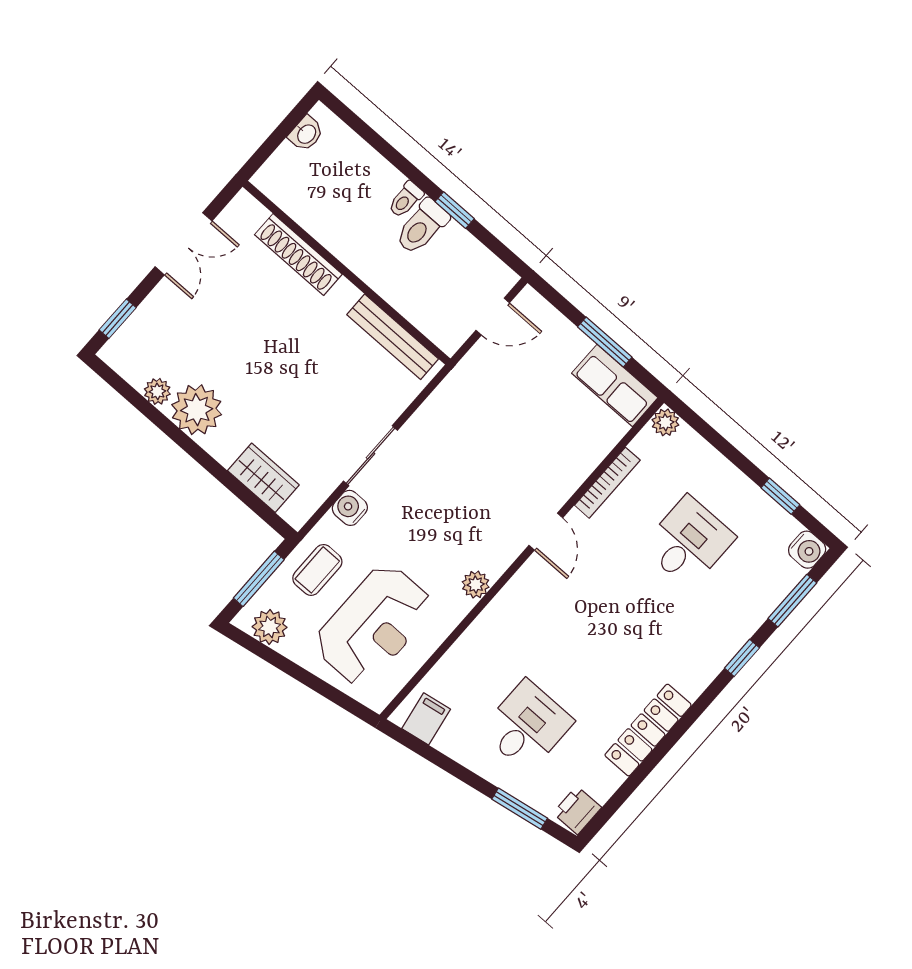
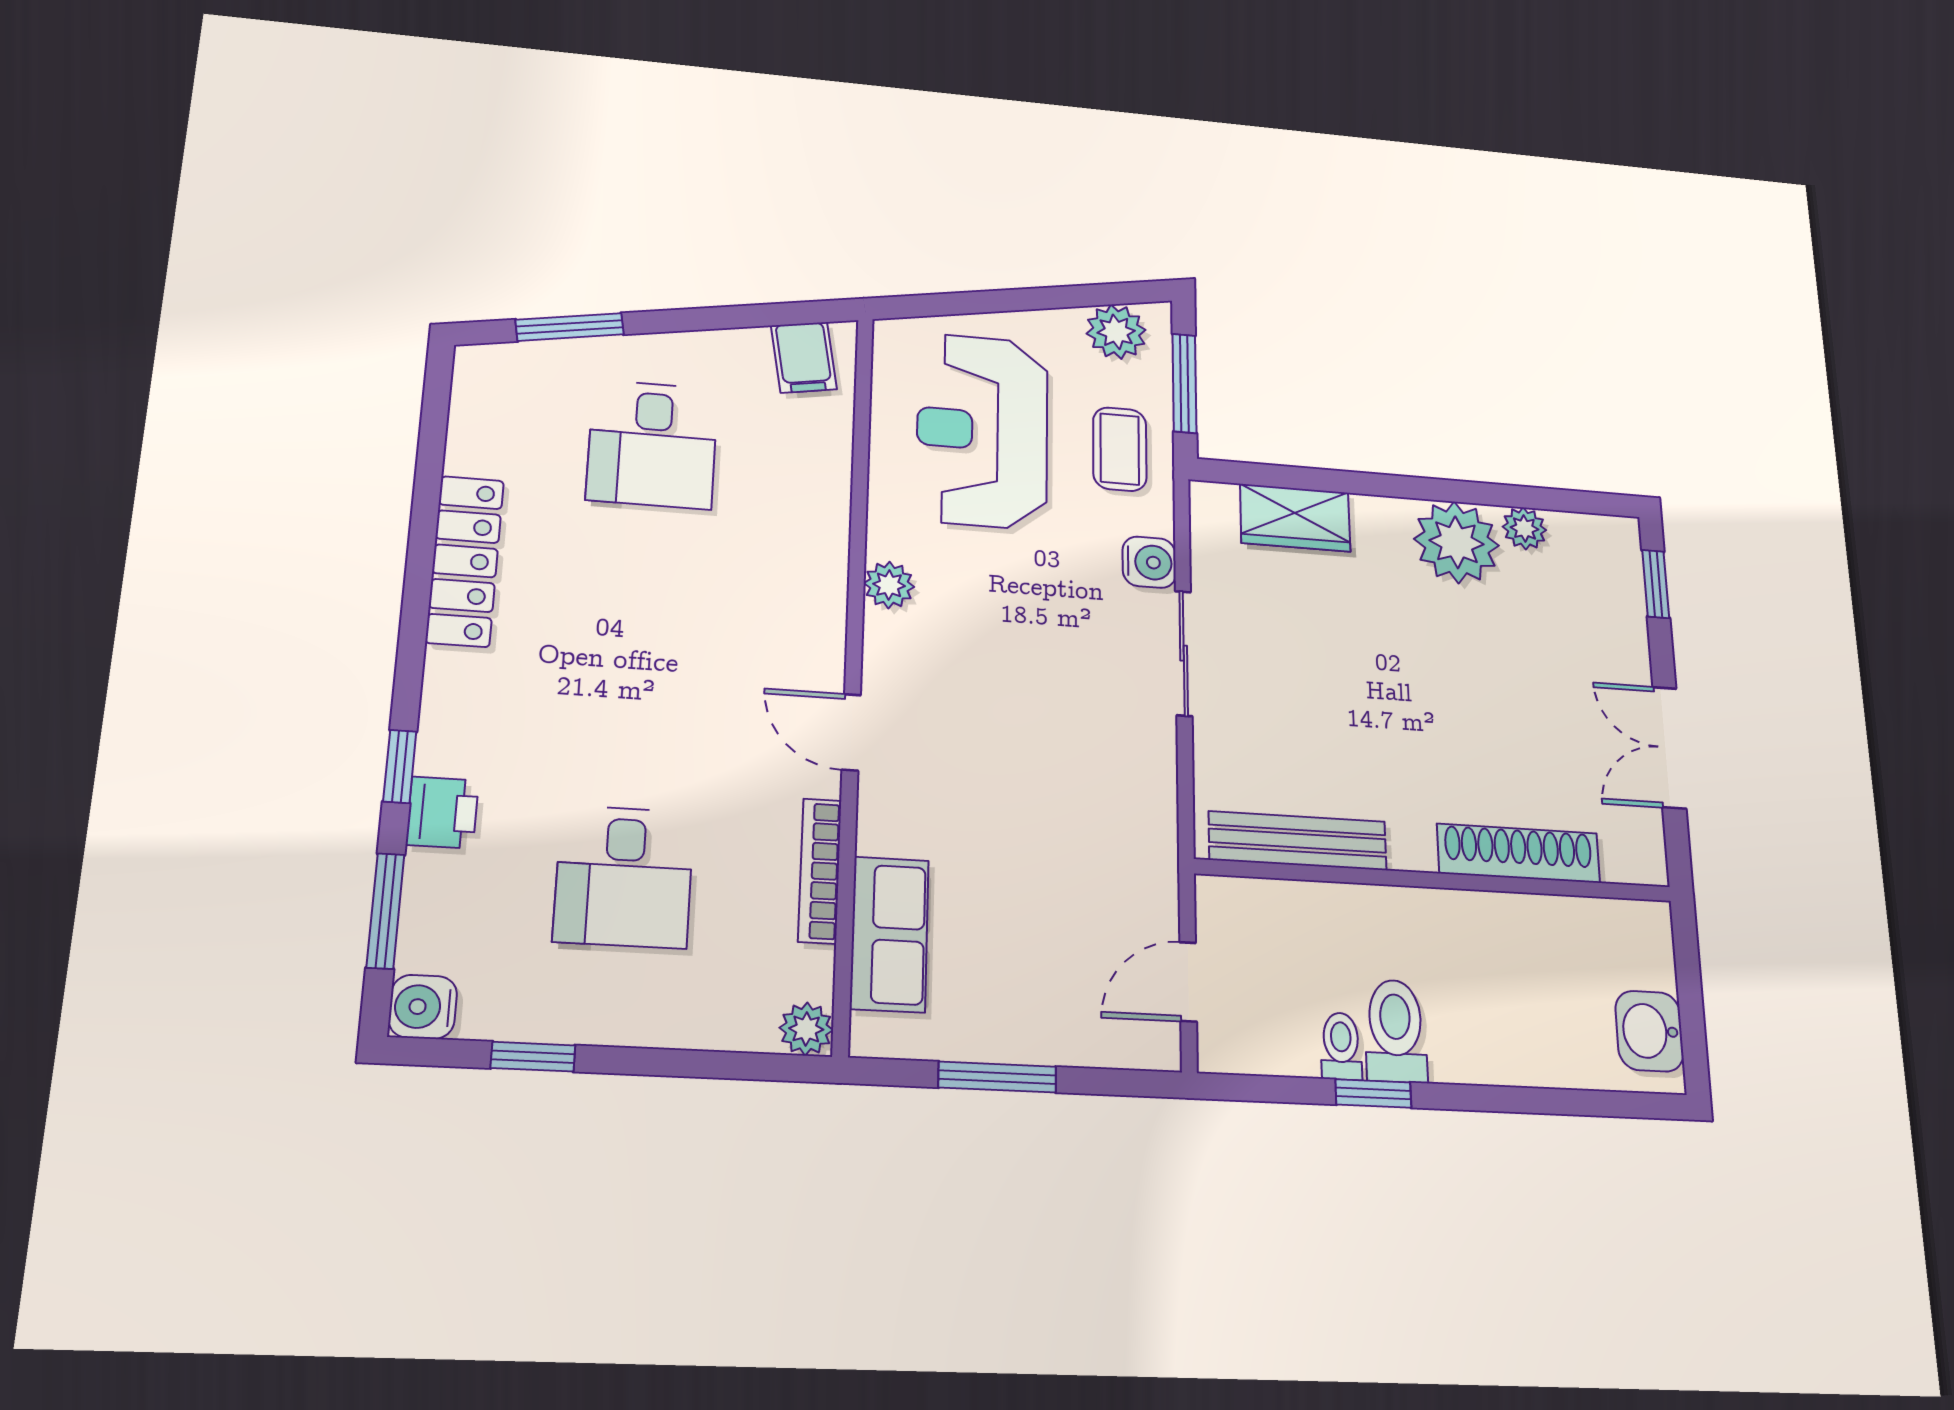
washbasin: (306, 134) -> (1649, 1031), width x1.38, depth x1.45
toilet: (406, 200) -> (1341, 1046), moved
row of seats: (615, 385) -> (889, 934), moved, turned 90
printer: (577, 810) -> (442, 813), moved

